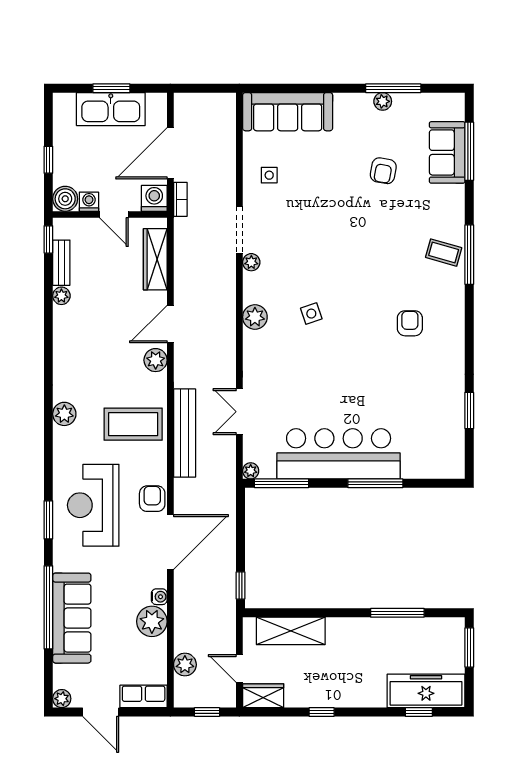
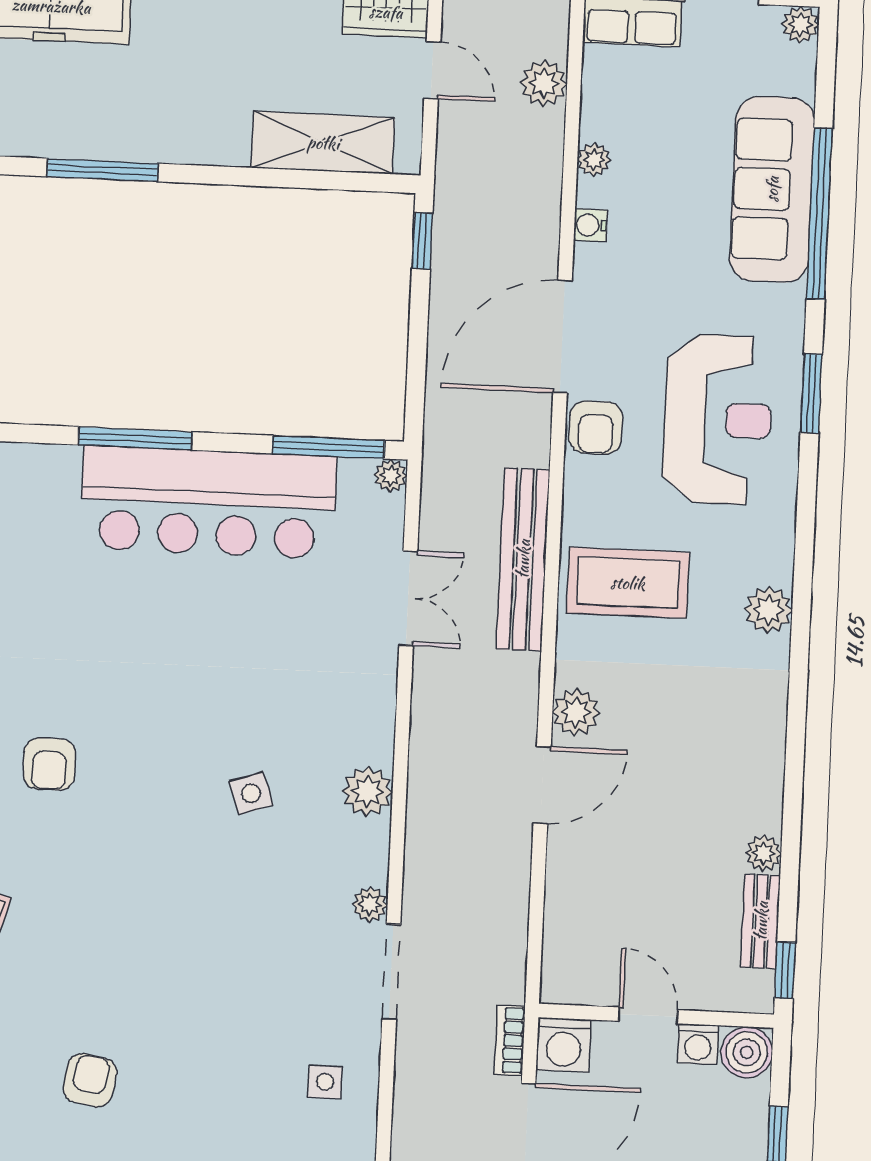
wardrobe: (155, 259) -> (567, 919), removed
plant: (152, 621) -> (594, 160), width x0.53, depth x0.53

